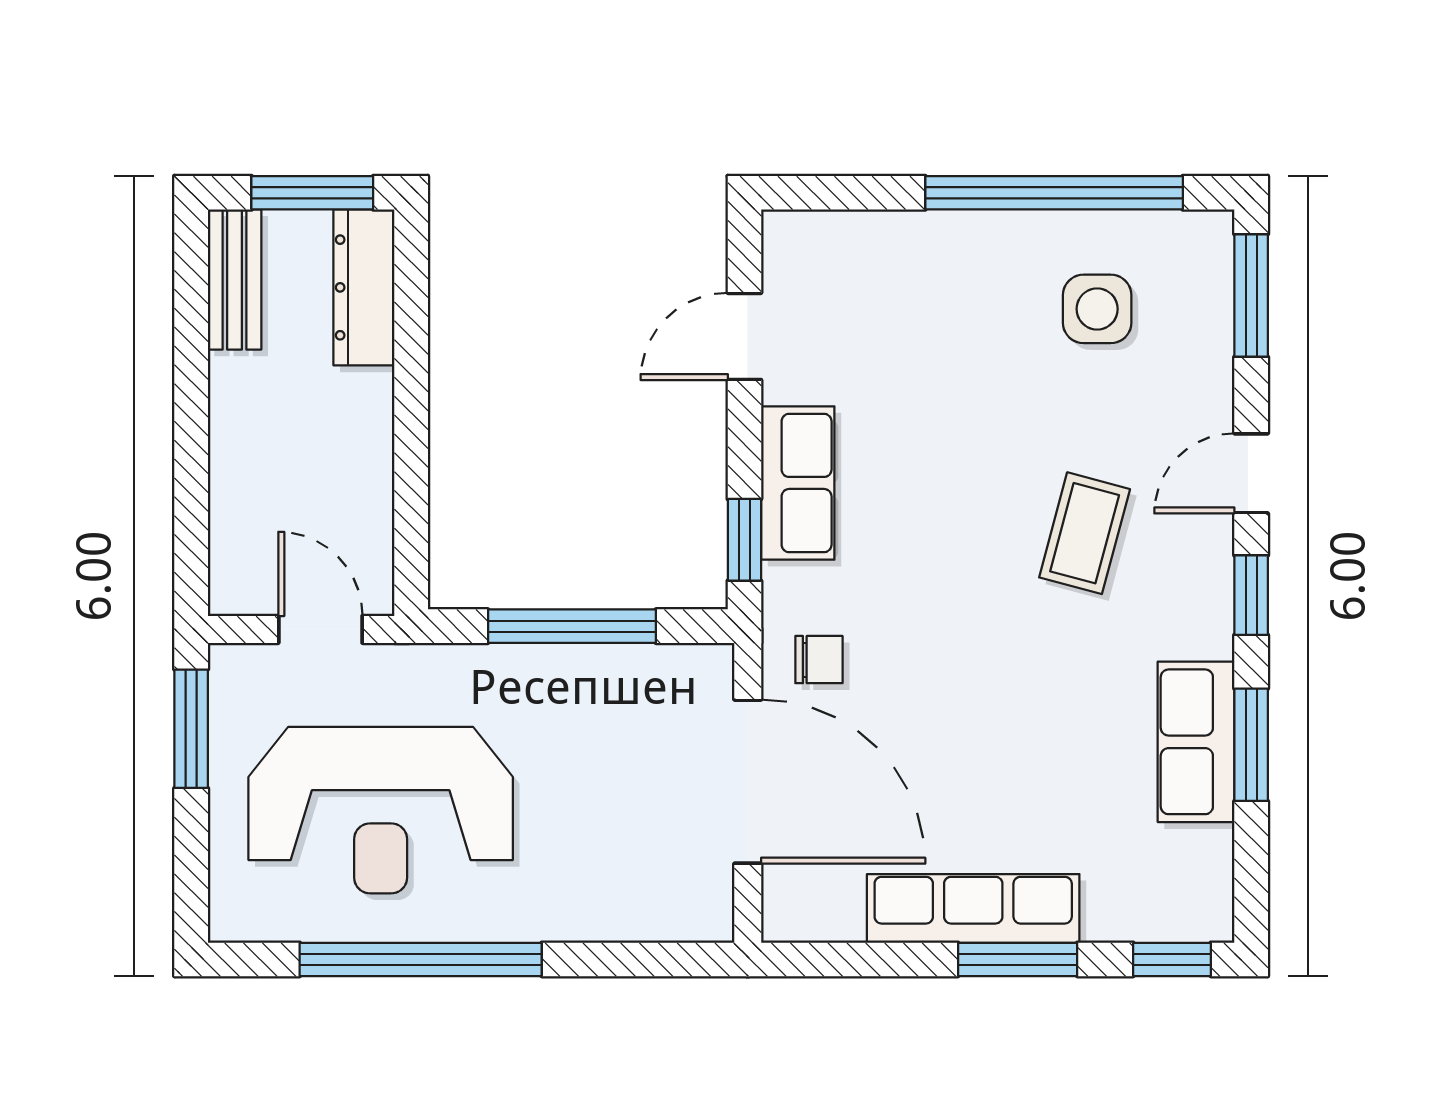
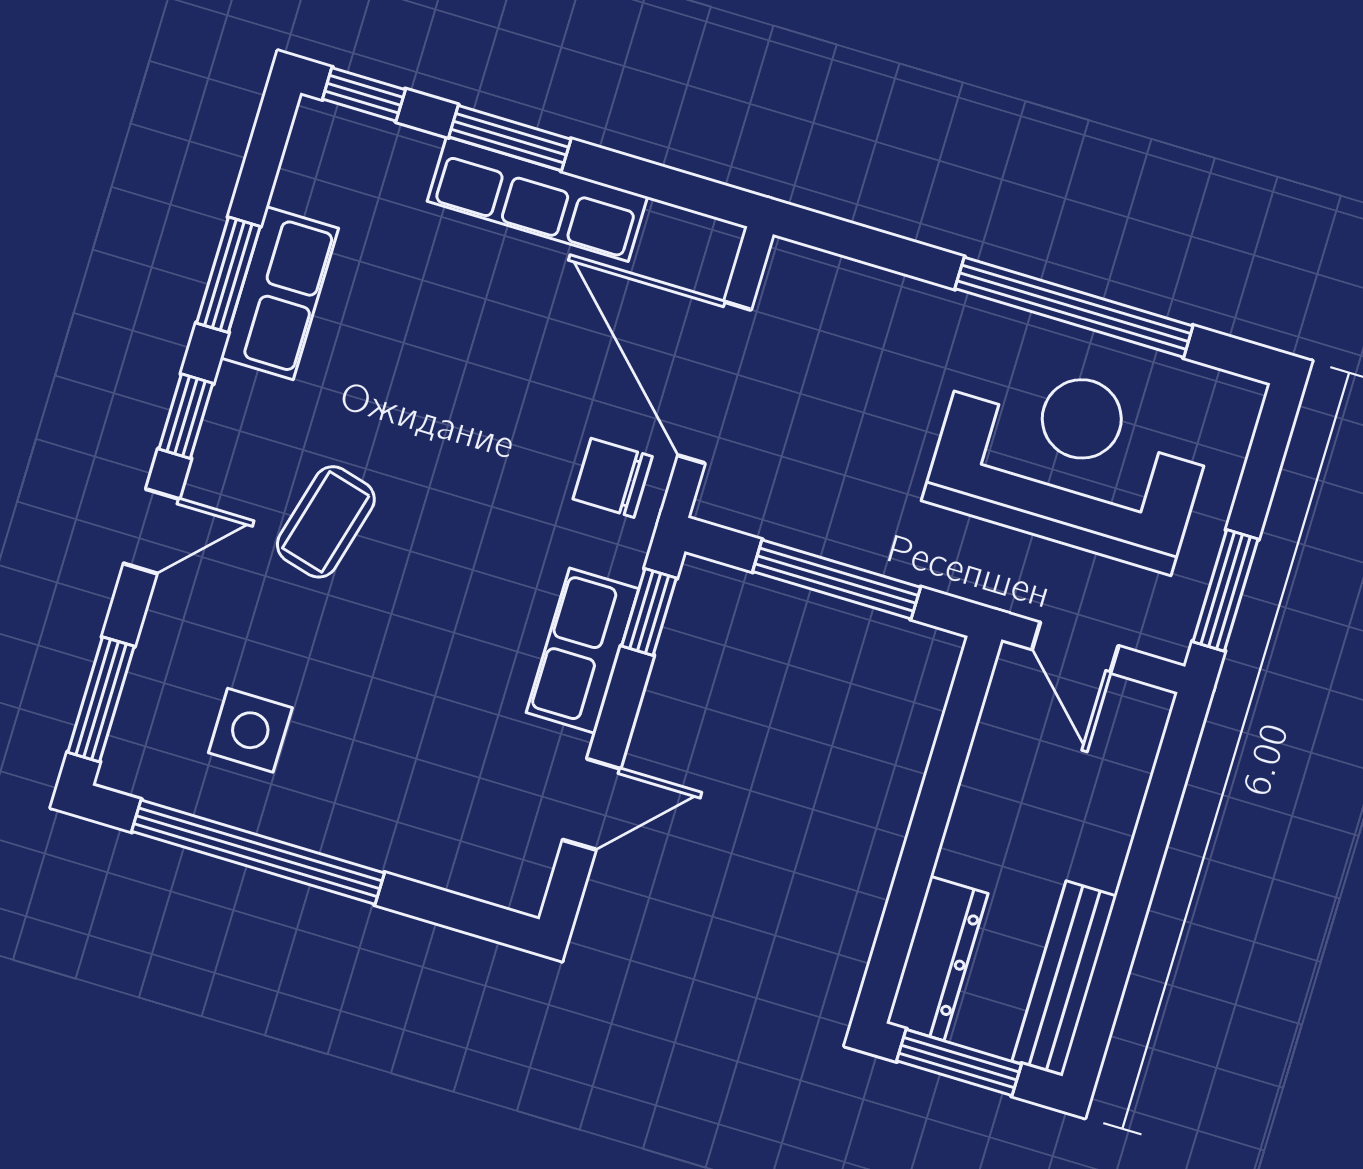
bench: (235, 279) -> (1064, 979), width x1.36
chair: (819, 660) -> (613, 478), width x1.37, depth x1.37

